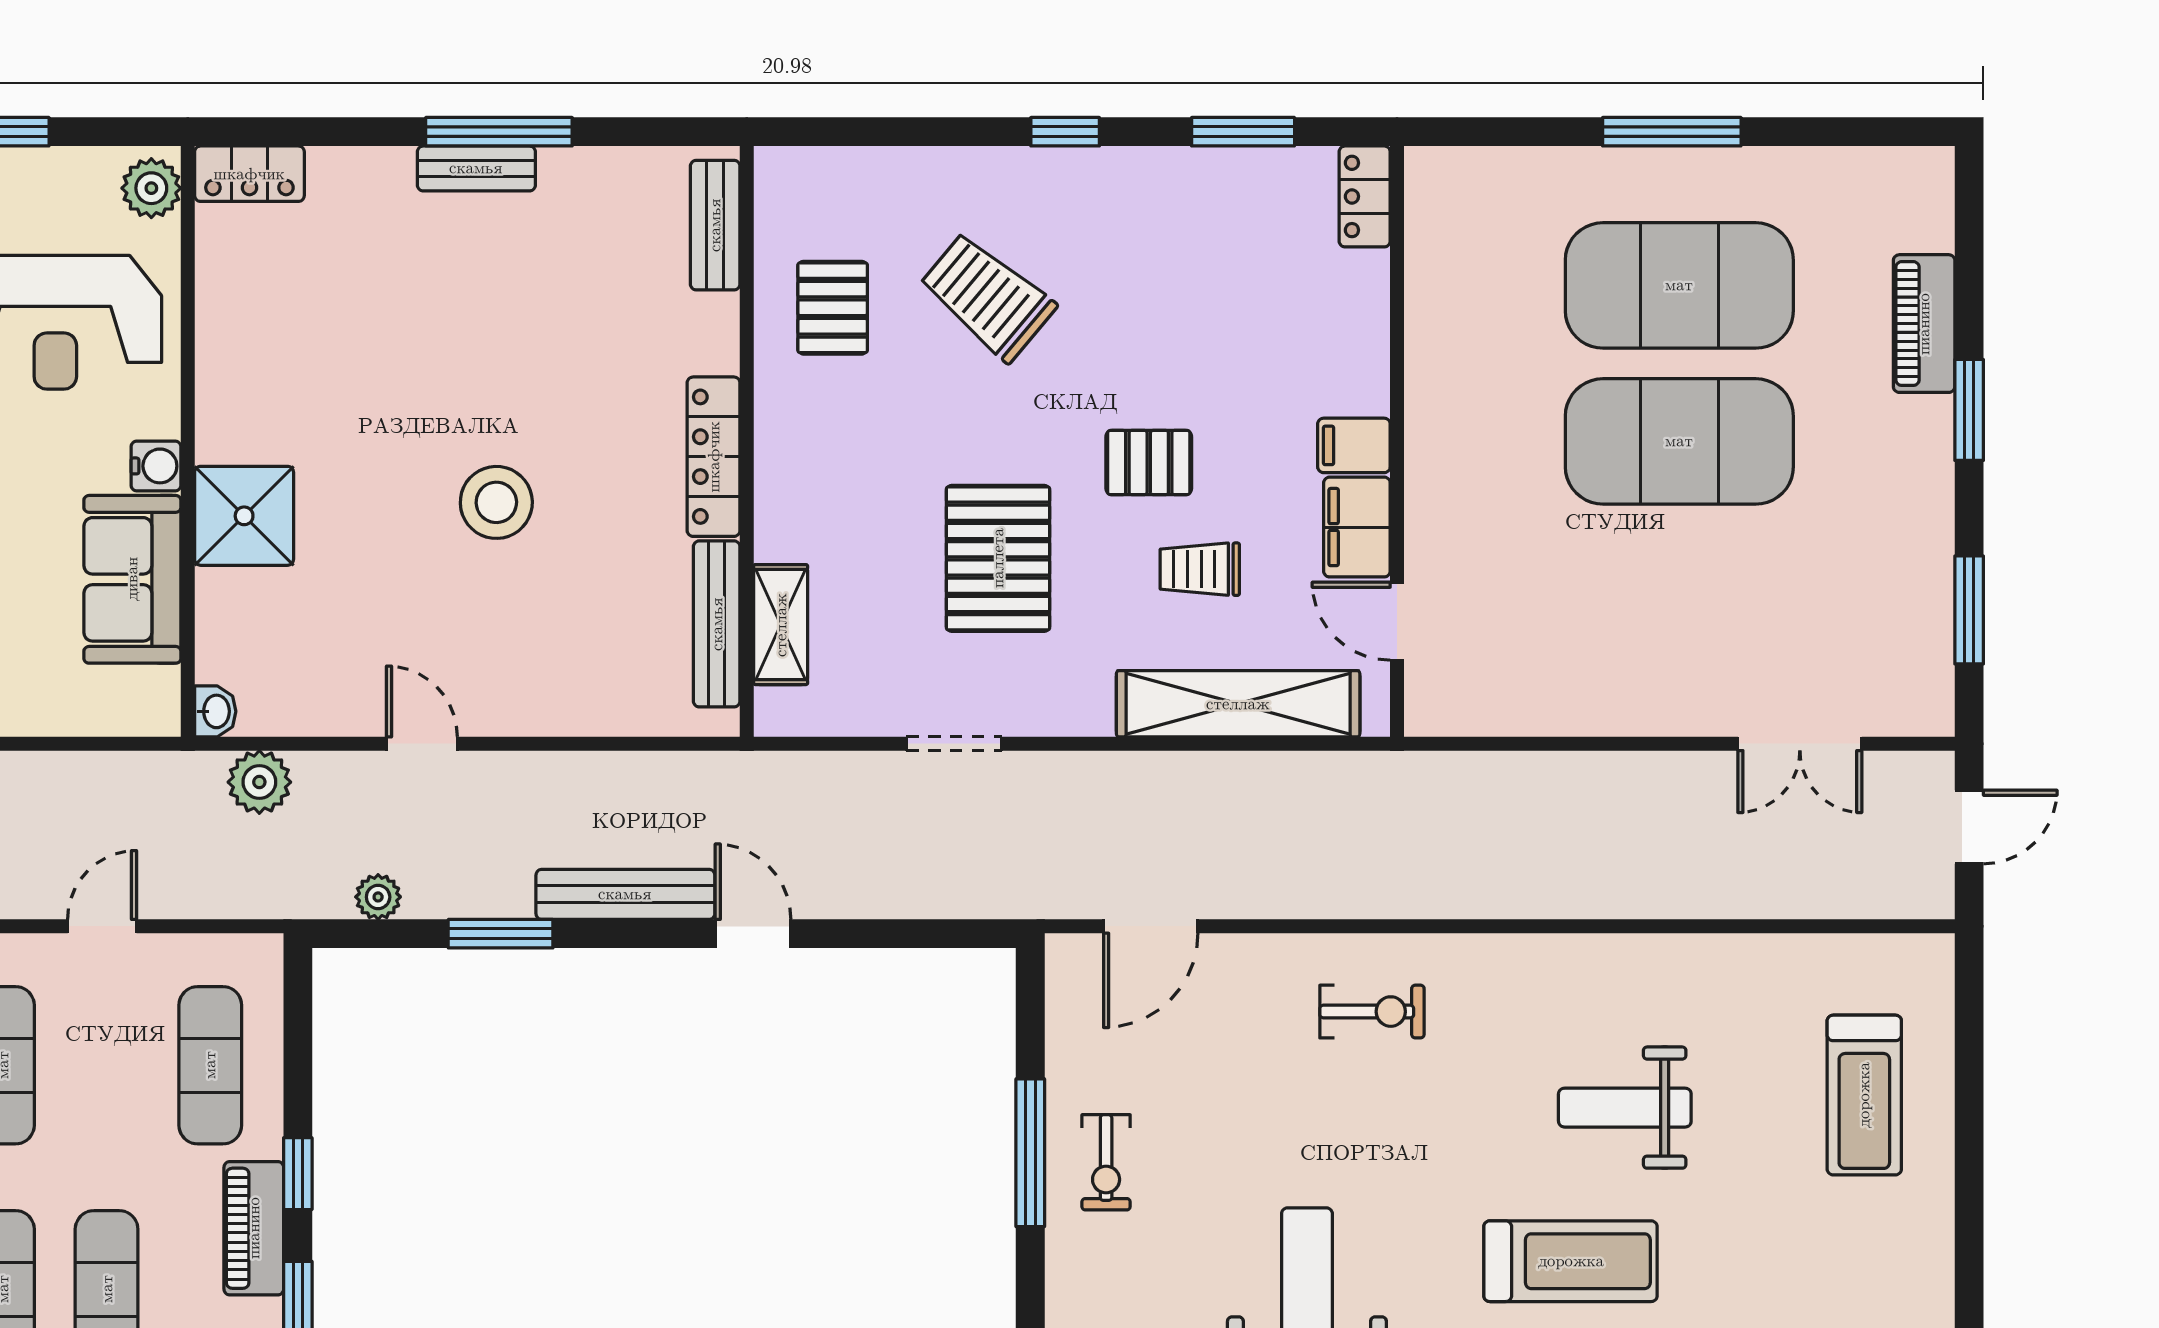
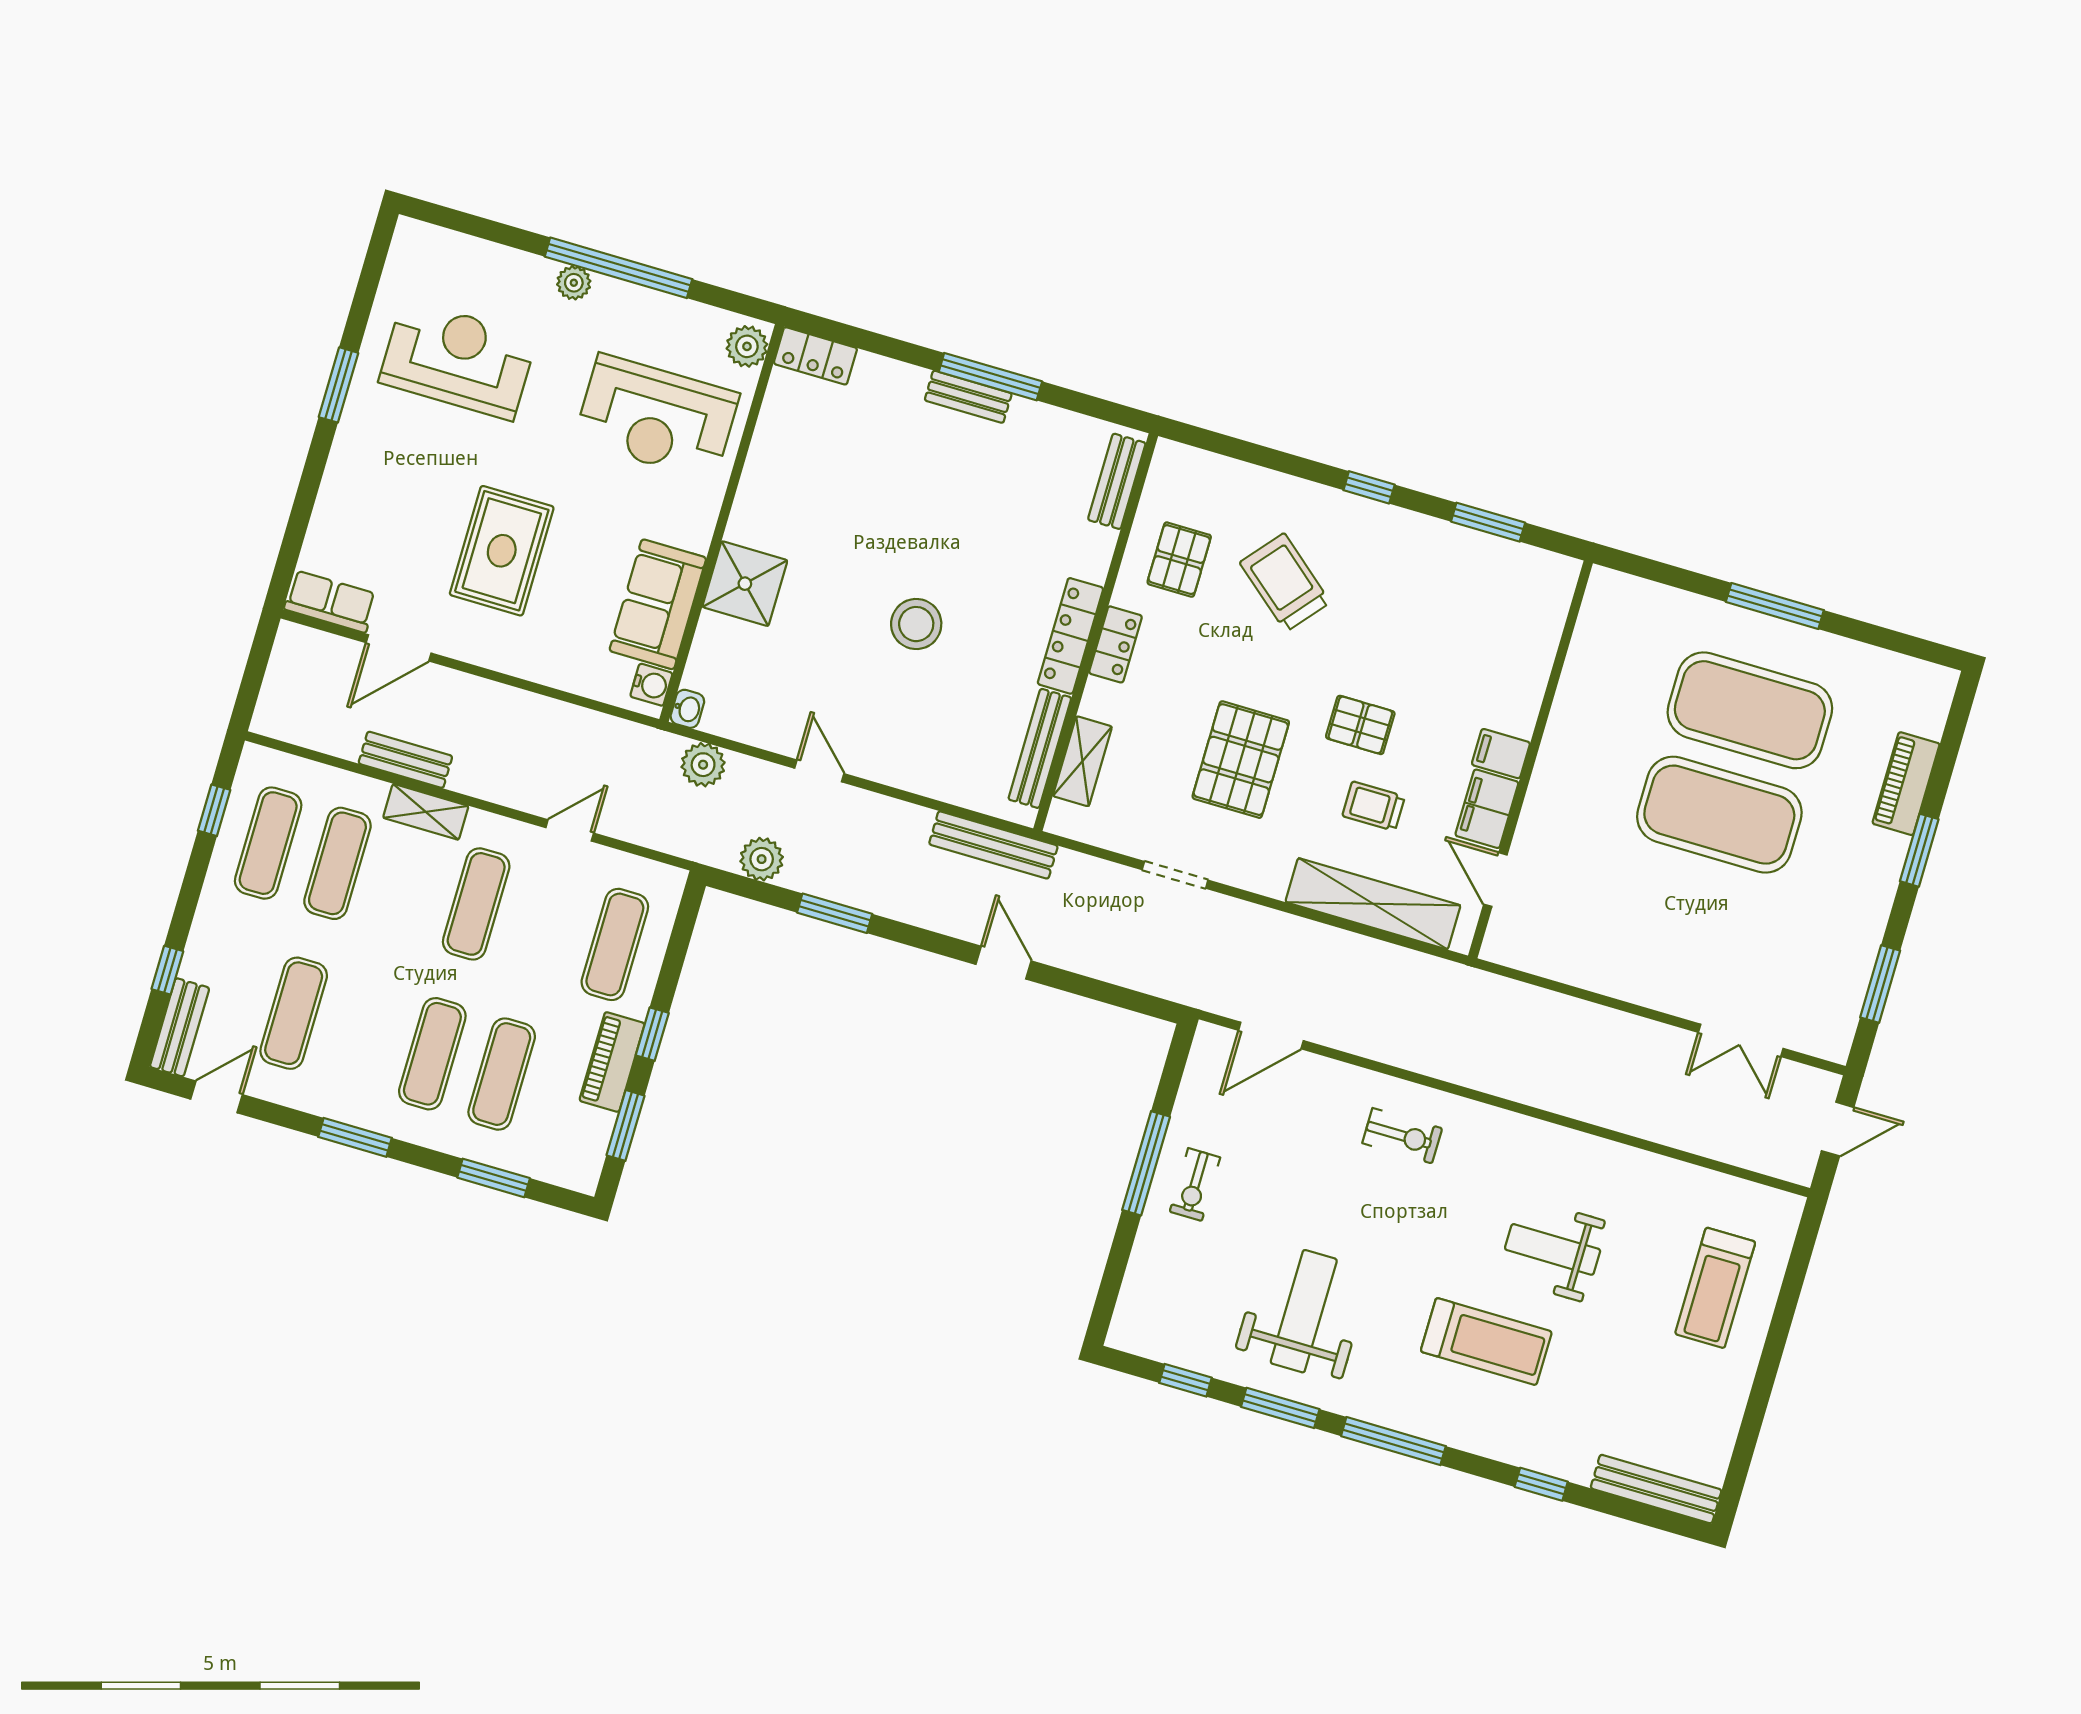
locker: (1365, 196) -> (1116, 644), moved, turned 180
water cooler: (156, 466) -> (651, 685), moved
bench: (625, 894) -> (993, 845), moved
plant: (378, 897) -> (762, 859), width x1.38, depth x1.38

